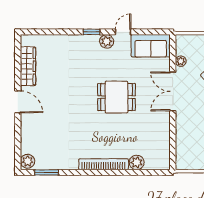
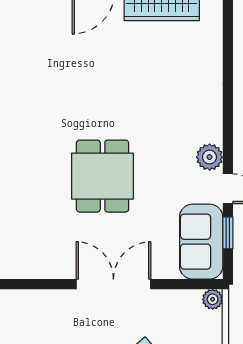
window: (92, 32) -> (228, 233), moved
plant: (181, 61) -> (213, 299), moved

